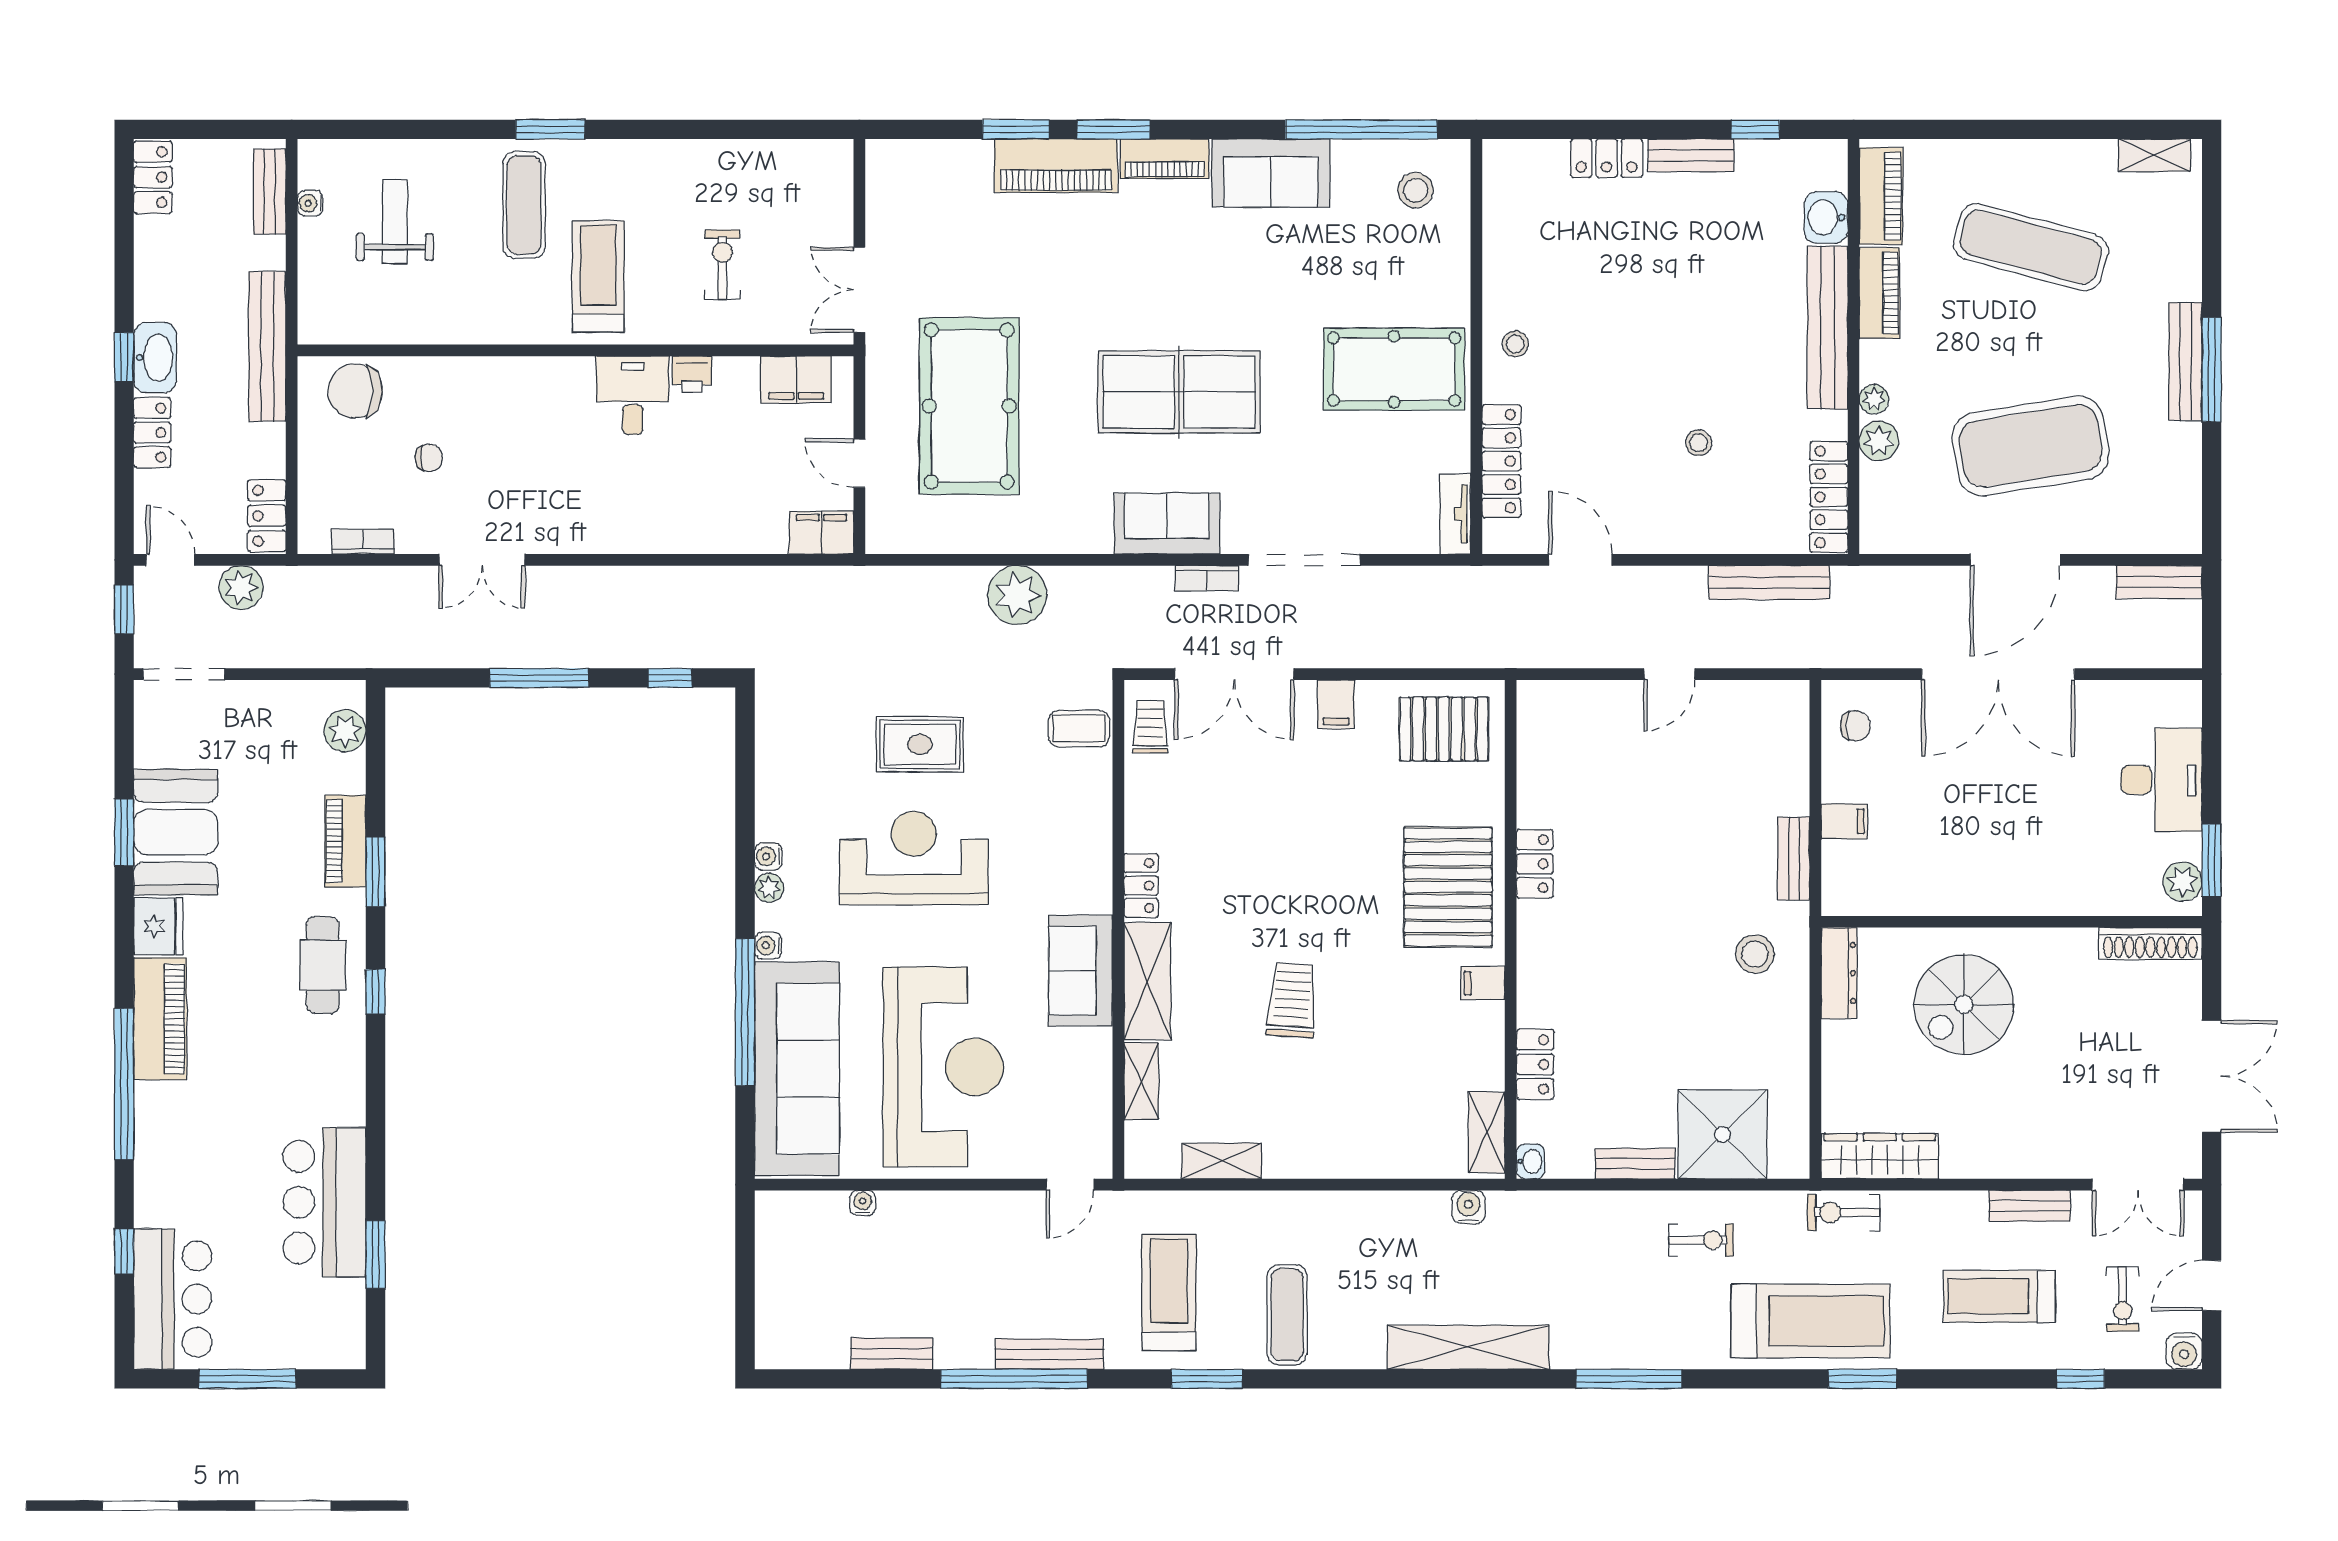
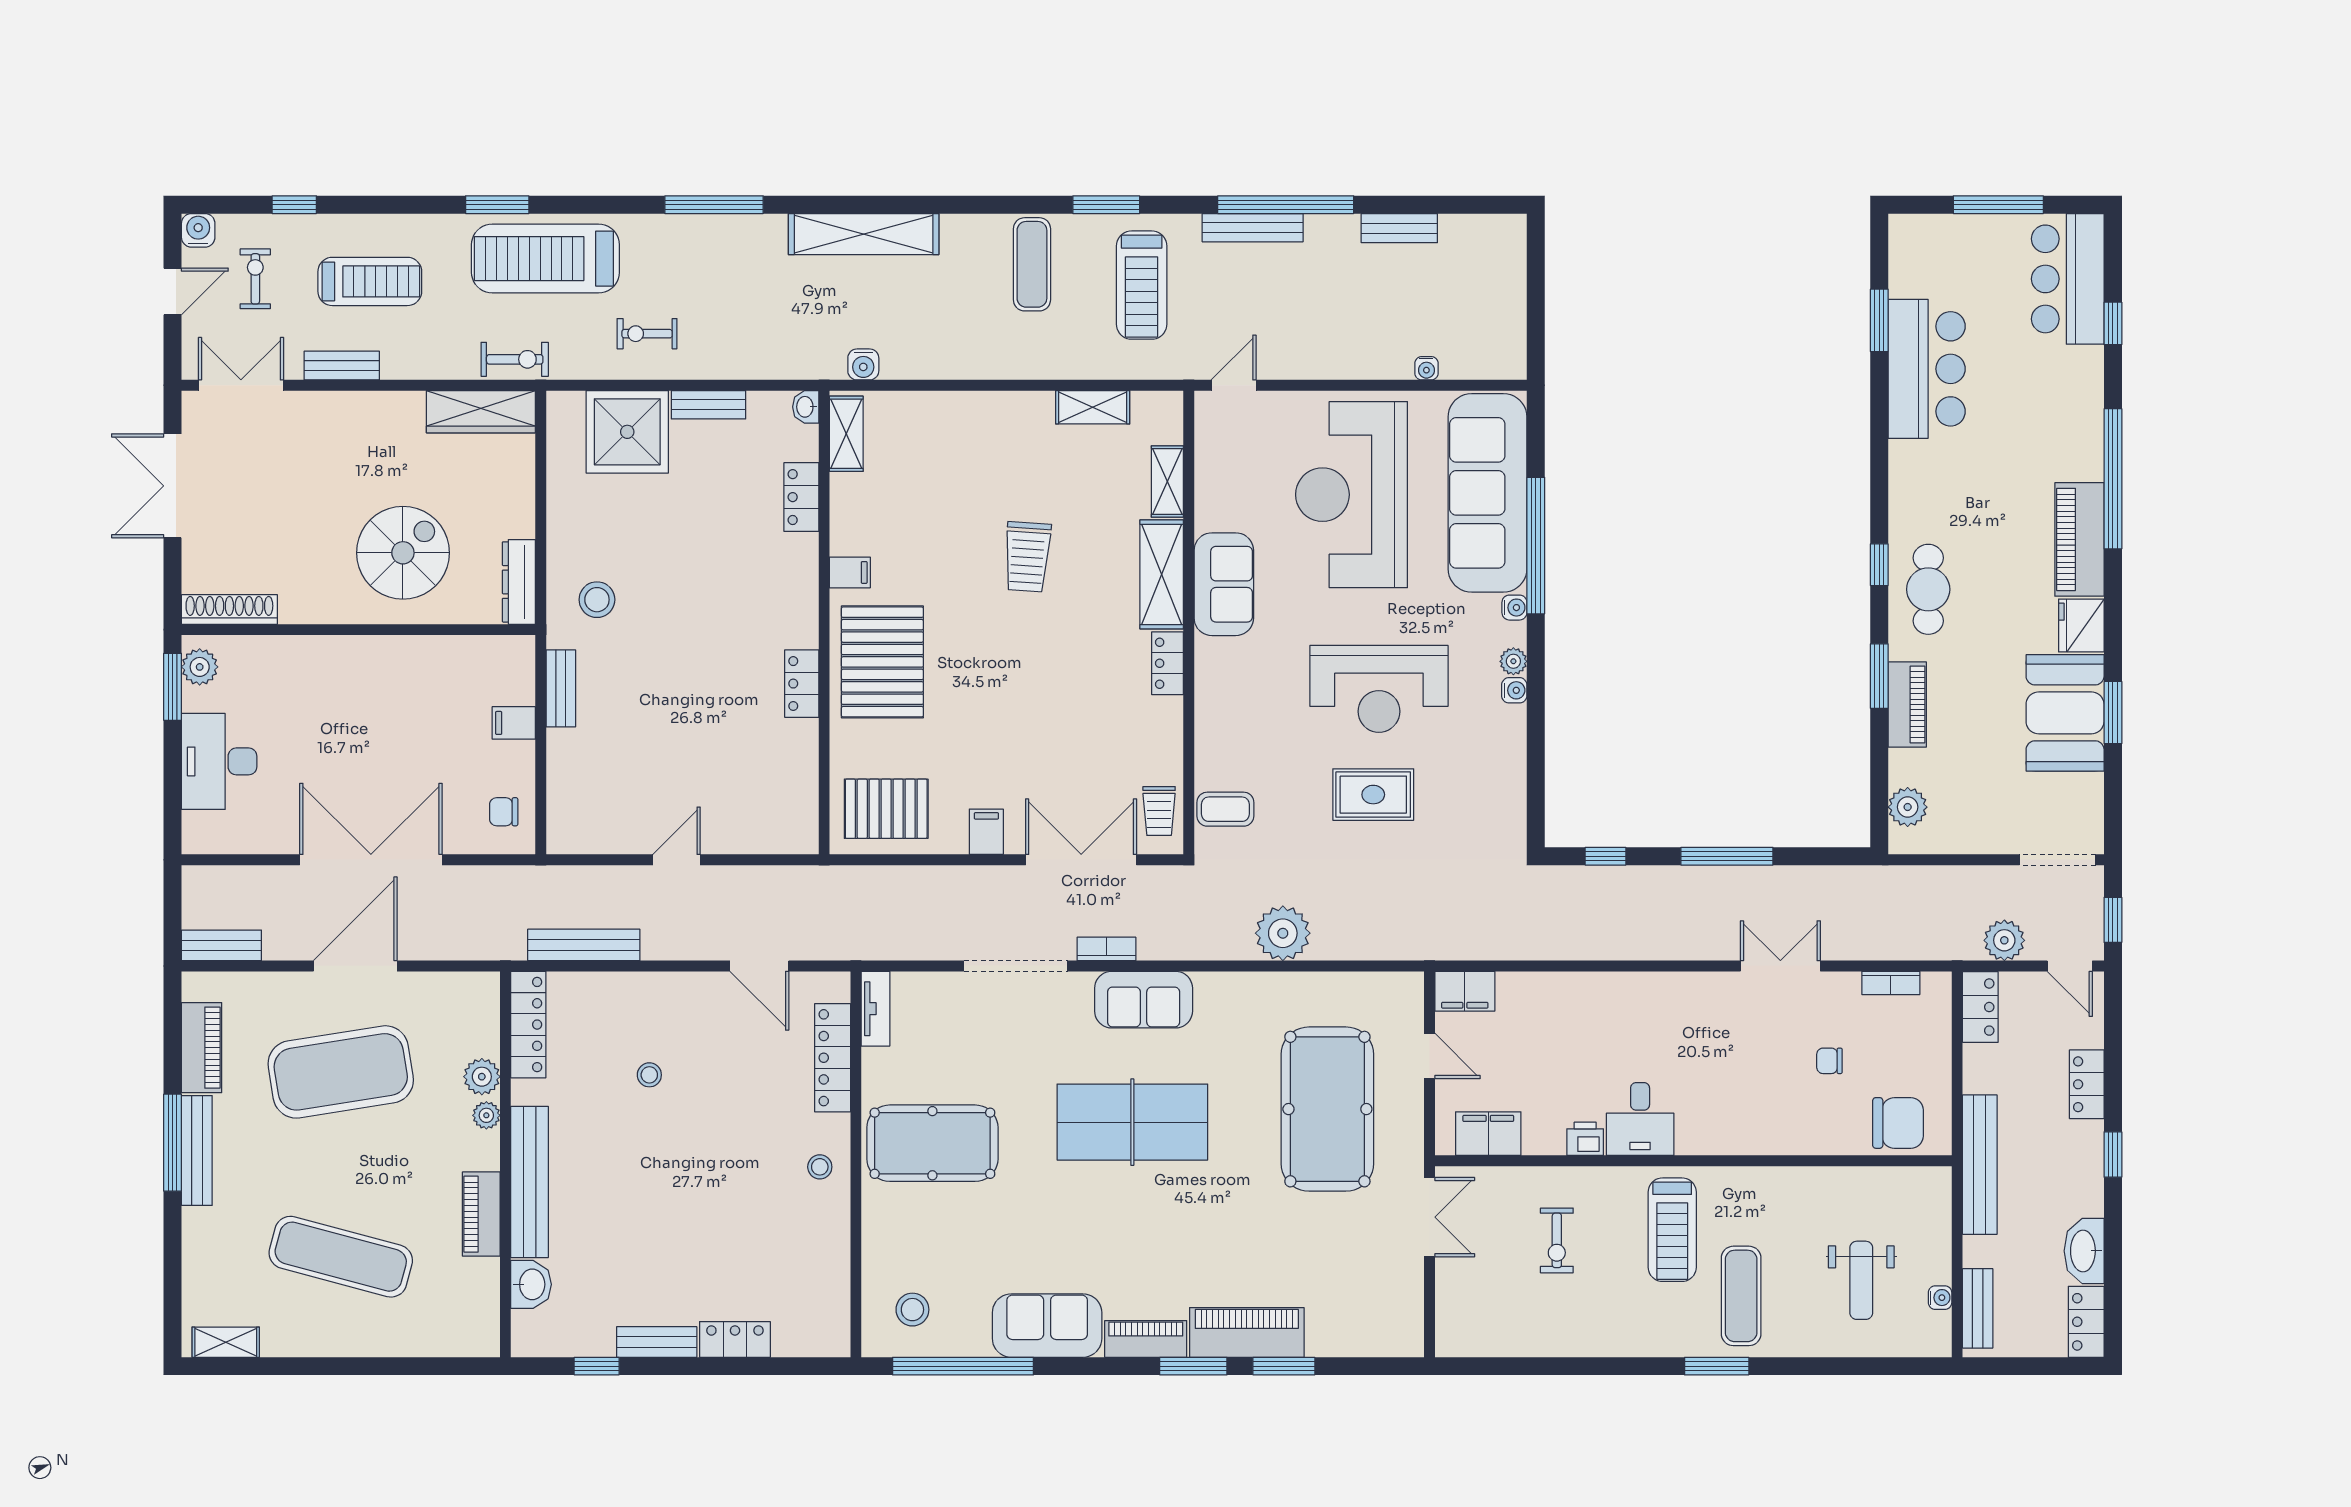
piano: (1881, 196) -> (202, 1048), moved, turned 180
washbasin: (155, 358) -> (2084, 1251), moved

